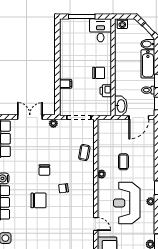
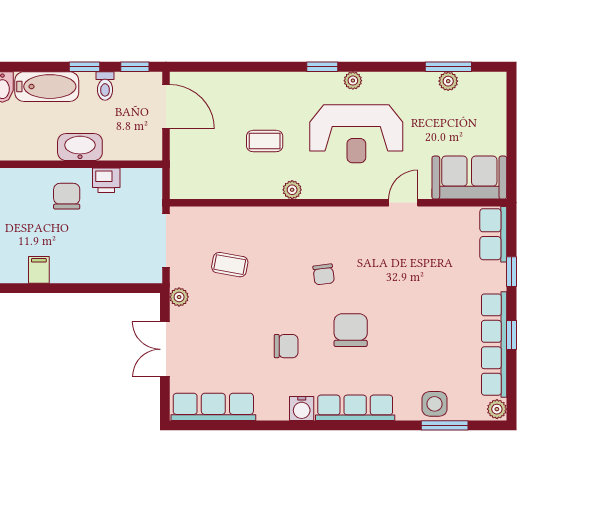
filing cabinet: (66, 84) -> (39, 270), moved
washbasin: (121, 106) -> (80, 147), moved
coffee table: (84, 153) -> (230, 265), moved
chair: (44, 170) -> (286, 346), moved

